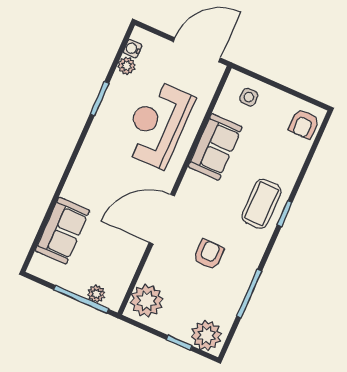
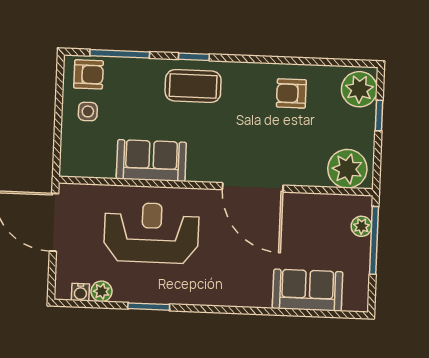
side table: (249, 97) -> (88, 111), moved
reception desk: (158, 124) -> (151, 233), turned 180
armchair: (209, 255) -> (291, 93), moved
window: (249, 294) -> (120, 54), moved

